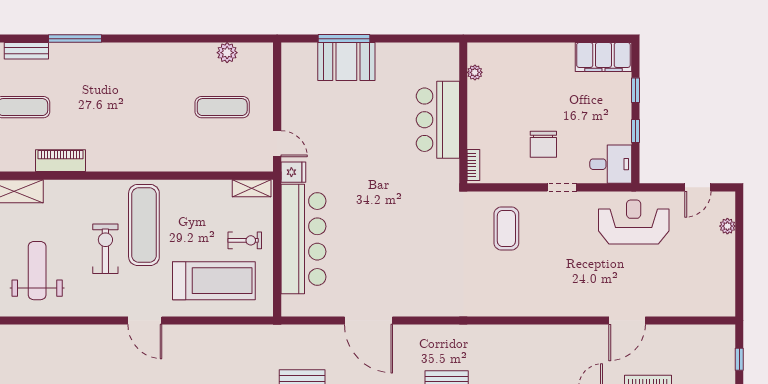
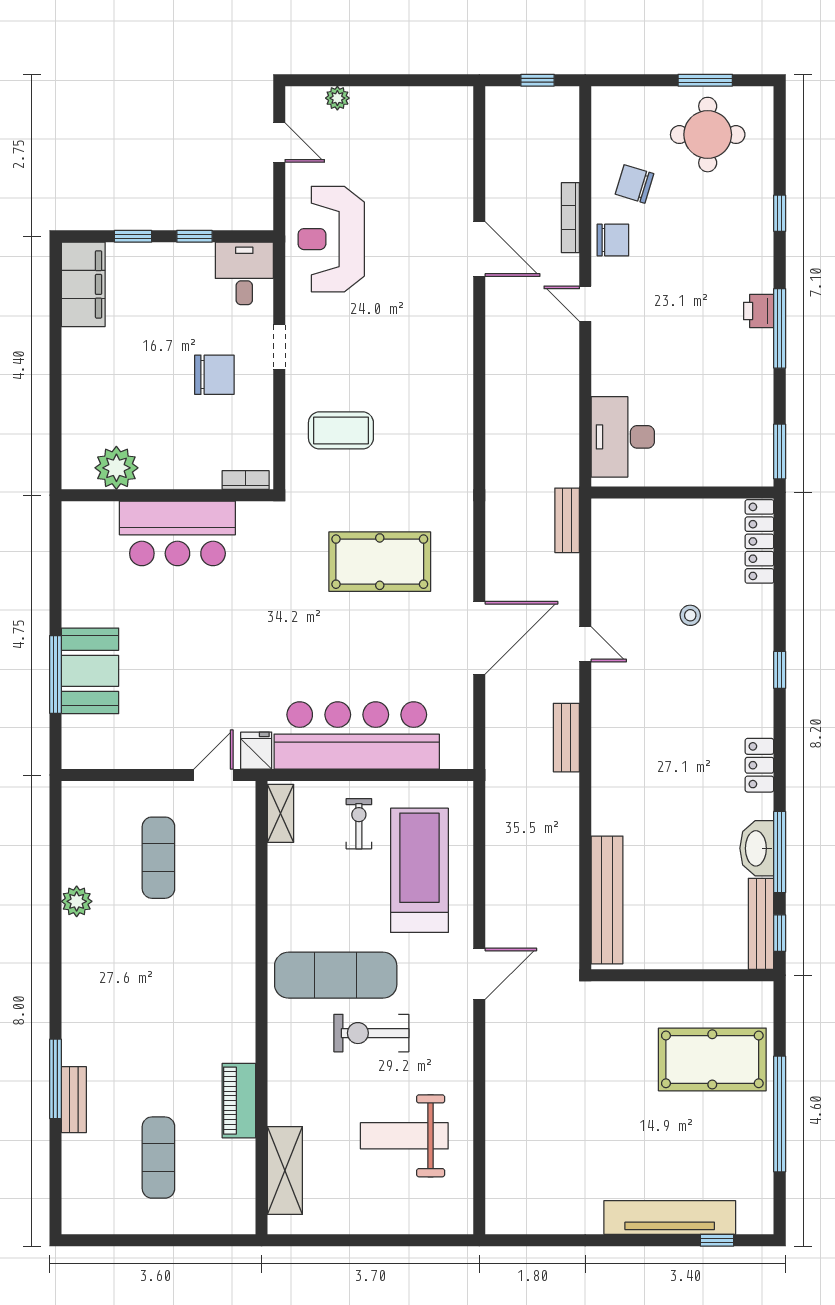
bench: (26, 51) -> (74, 1100), moved
plant: (227, 53) -> (77, 901), moved
plant: (475, 72) -> (116, 468), width x1.87, depth x1.87
pool table: (419, 254) -> (380, 562), added

